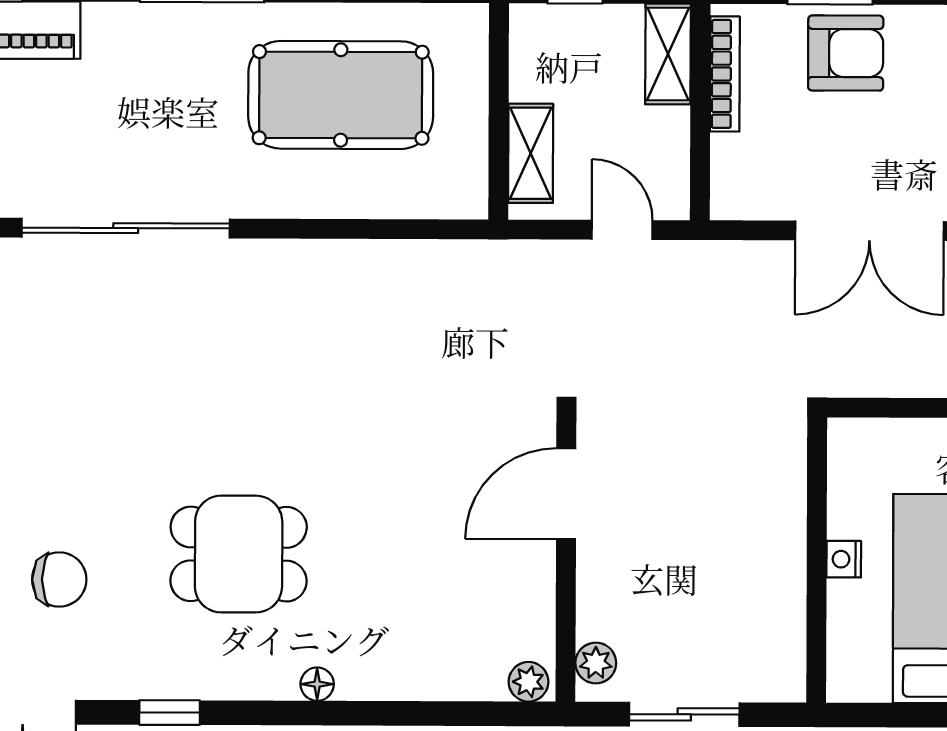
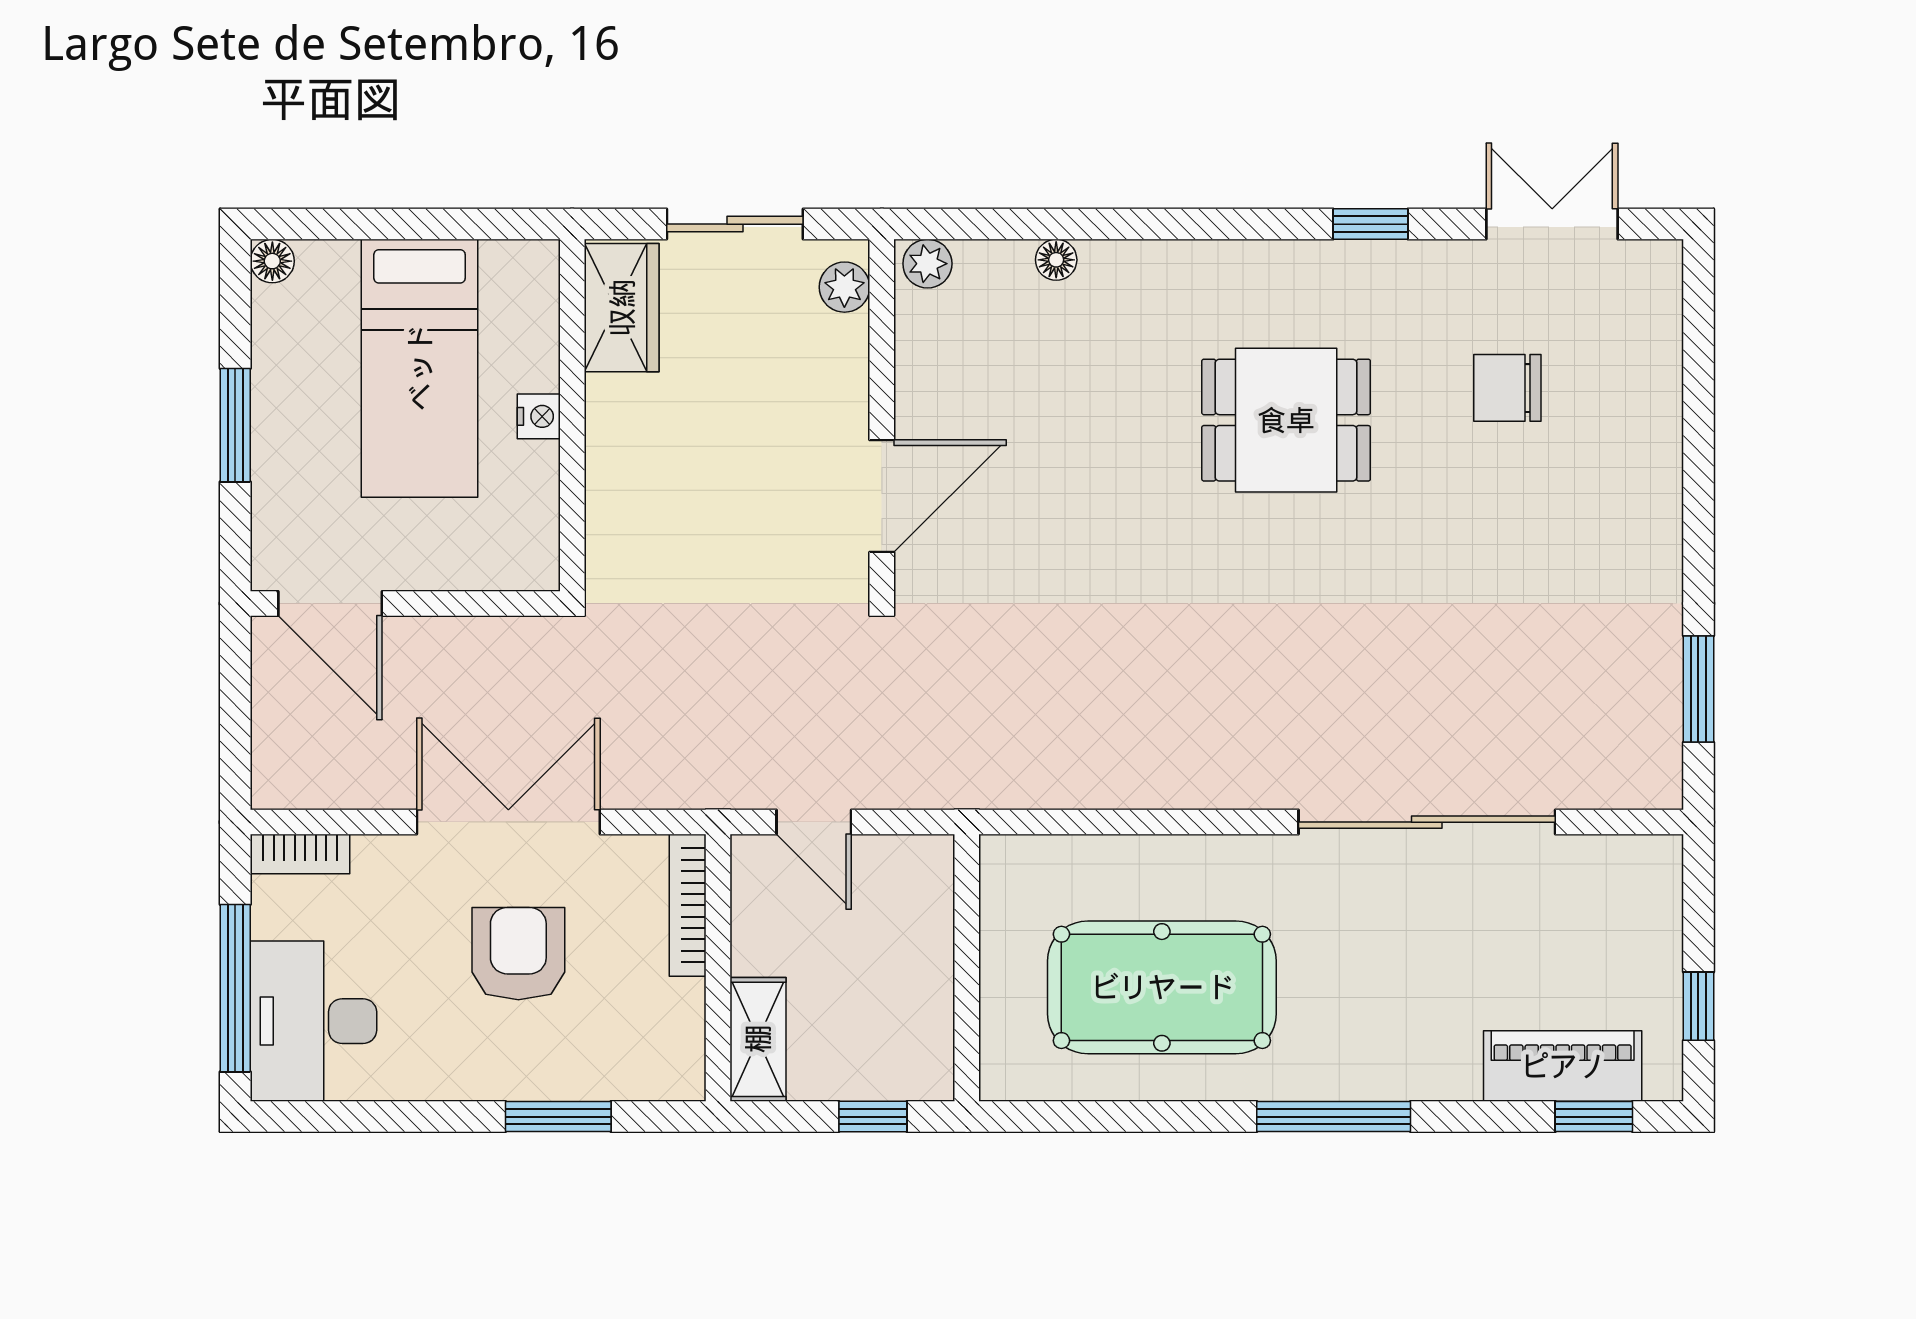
armchair: (846, 53) -> (518, 954), moved, turned 90
bookcase: (725, 74) -> (688, 905), moved
shelving: (531, 153) -> (927, 916), removed
wardrobe: (776, 647) -> (622, 308), added
floor lamp: (317, 684) -> (1056, 260), moved

